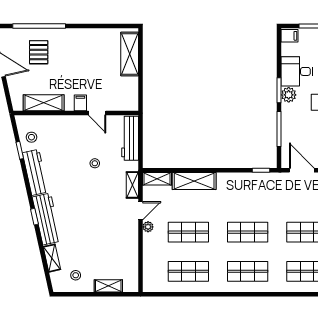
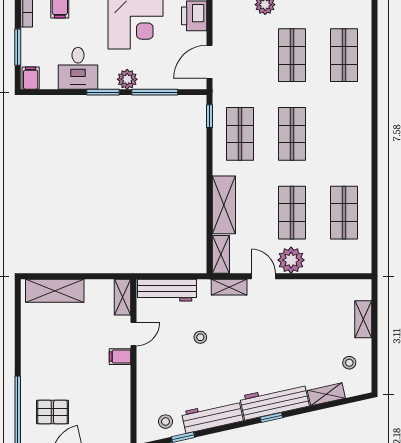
plant: (289, 95) -> (127, 79), moved
shelving: (44, 103) -> (123, 297), moved, width x0.67, depth x0.75
plant: (148, 227) -> (291, 260), width x1.87, depth x1.87
shop shelf: (248, 271) -> (240, 134), moved

